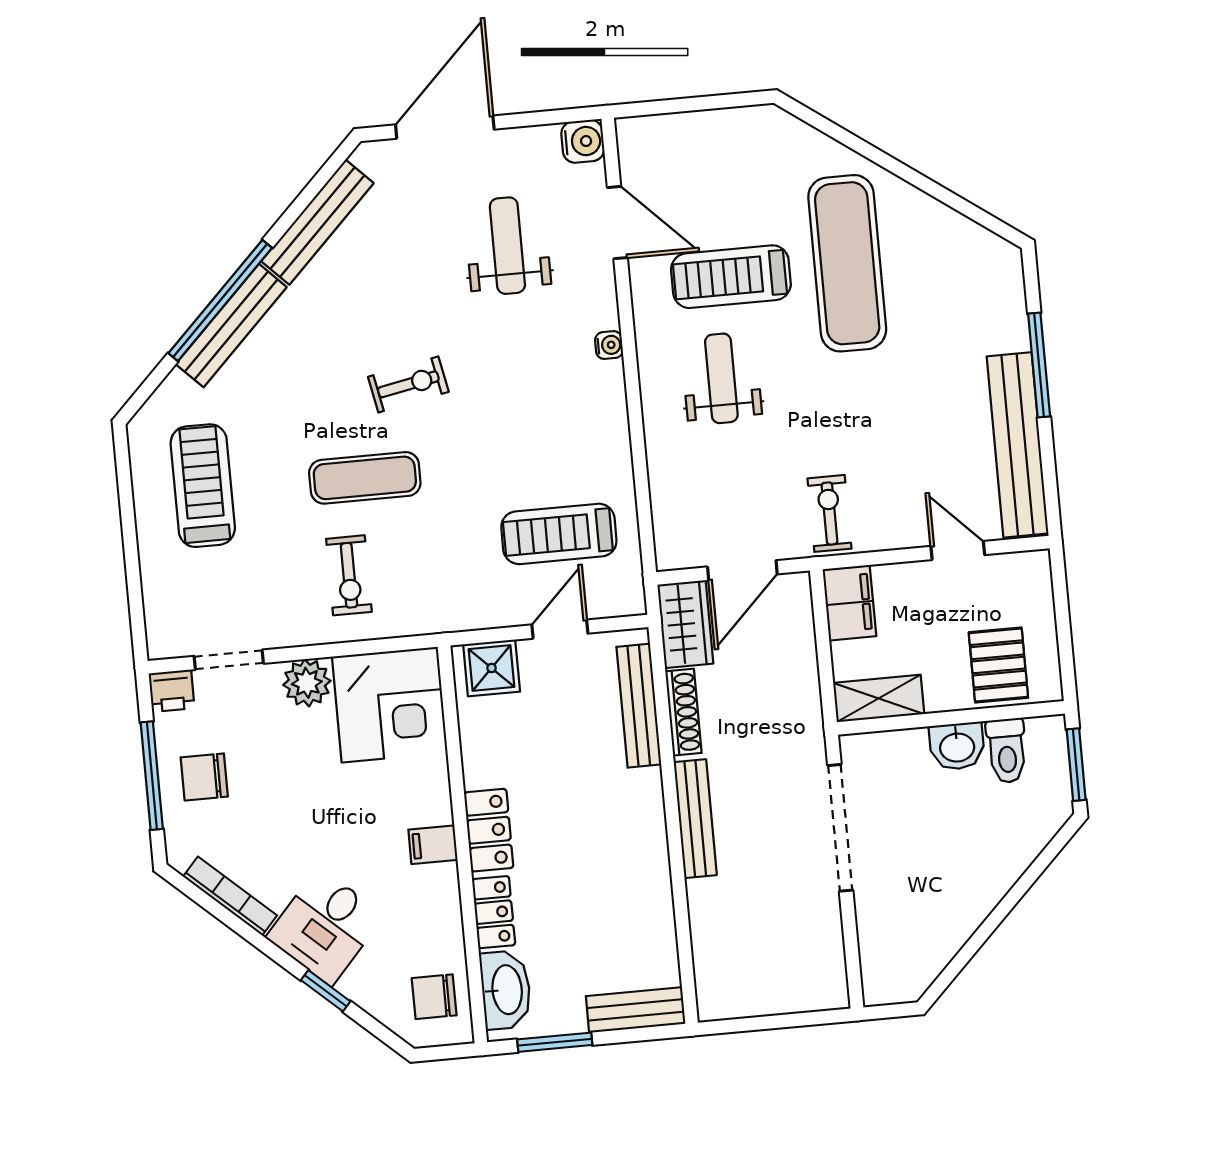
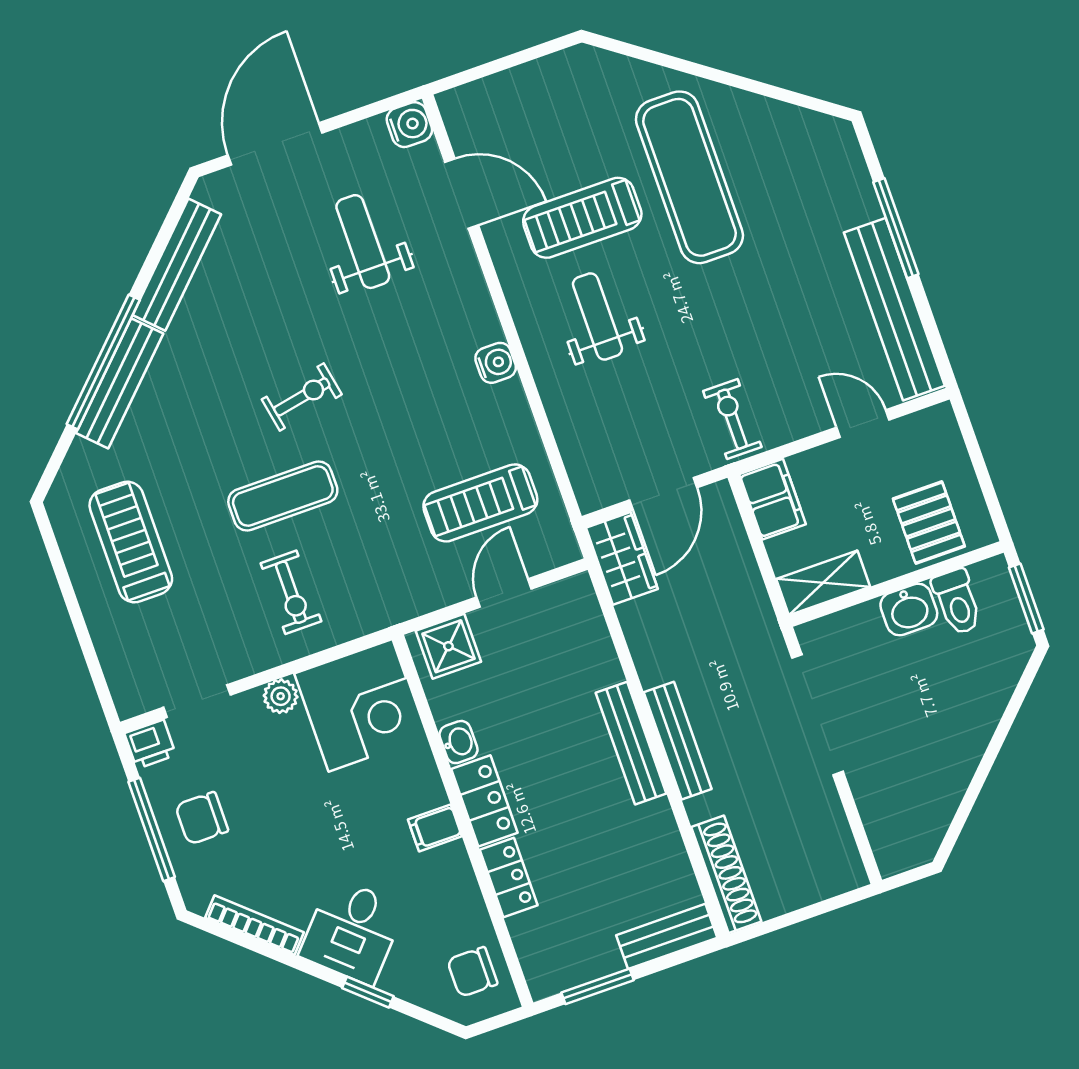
water cooler: (609, 345) -> (496, 363), moved, width x1.38, depth x1.38
plant: (307, 683) -> (281, 696), width x0.73, depth x0.73
bench: (639, 706) -> (631, 743), moved
shoe rack: (683, 712) -> (726, 874), moved, width x1.36, depth x1.24
washbasin: (506, 990) -> (458, 742), moved, width x0.52, depth x0.69

